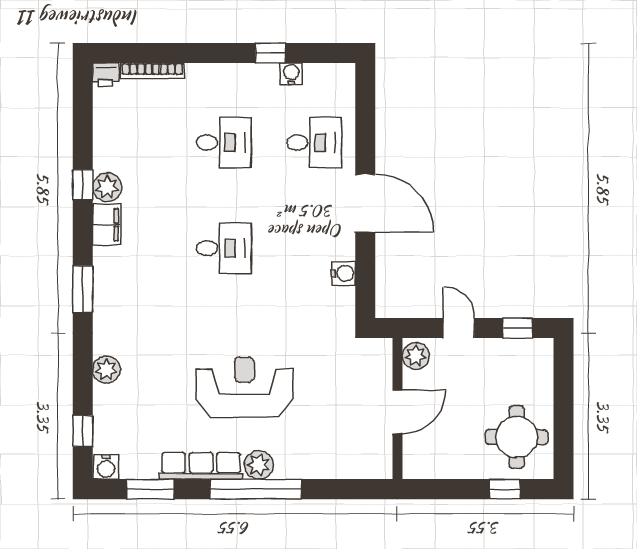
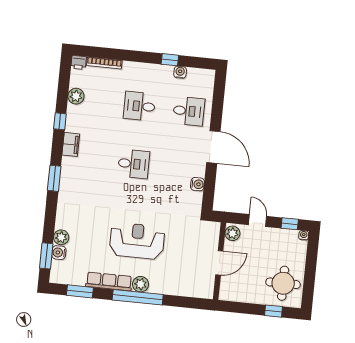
desk: (224, 143) -> (139, 106), turned 180
plant: (107, 187) -> (76, 96), moved
water cooler: (545, 346) -> (304, 235), added
plant: (106, 370) -> (61, 237), moved
window: (83, 431) -> (46, 256), width x1.50
water cooler: (106, 467) -> (59, 253), moved, turned 90

